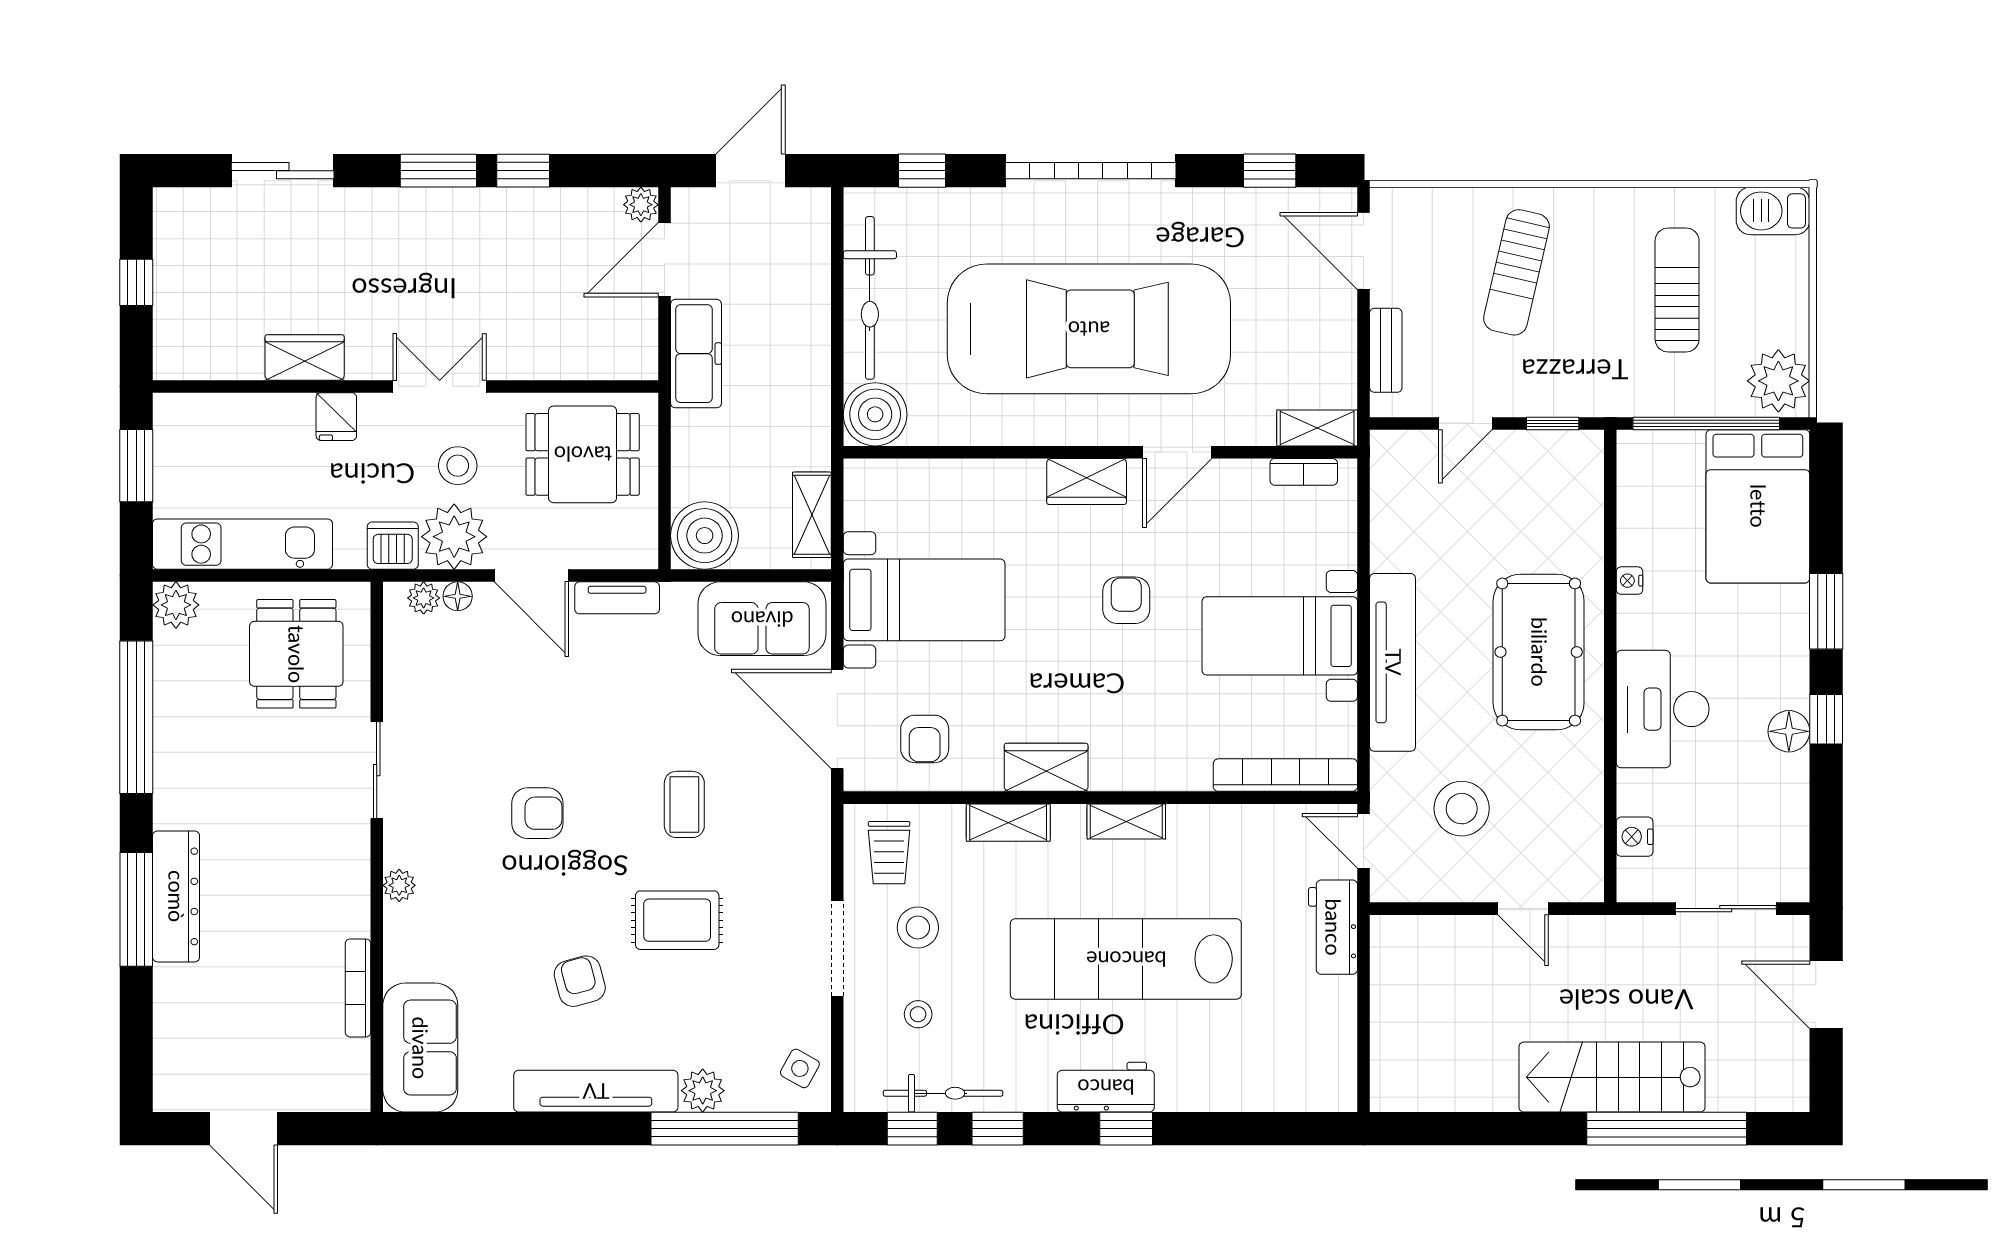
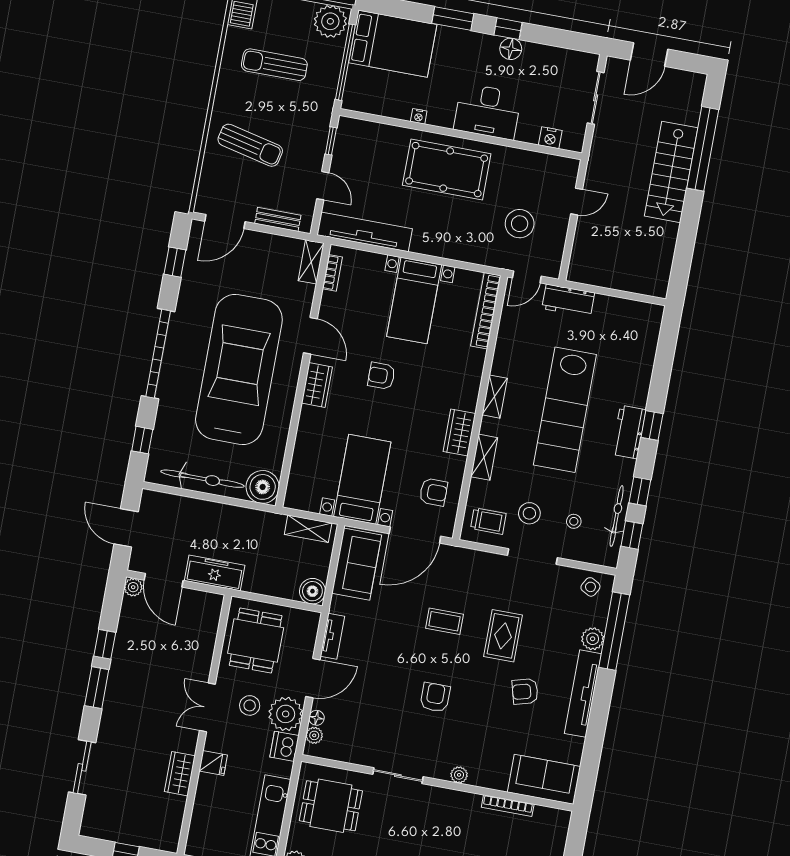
boiler: (705, 536) -> (312, 591), width x0.73, depth x0.73
tv unit: (1393, 662) -> (365, 232), moved

